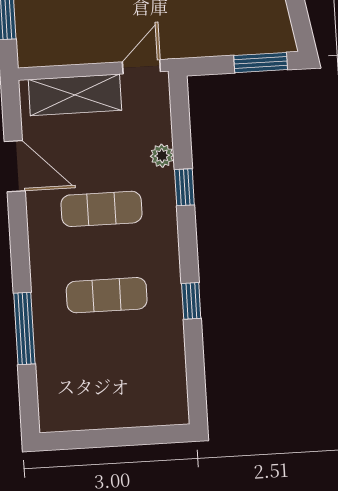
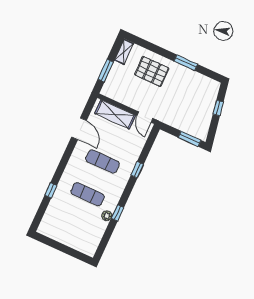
door: (141, 67) -> (145, 117), swing flipped
plant: (162, 156) -> (107, 216), moved
window: (24, 328) -> (51, 190), width x0.46

